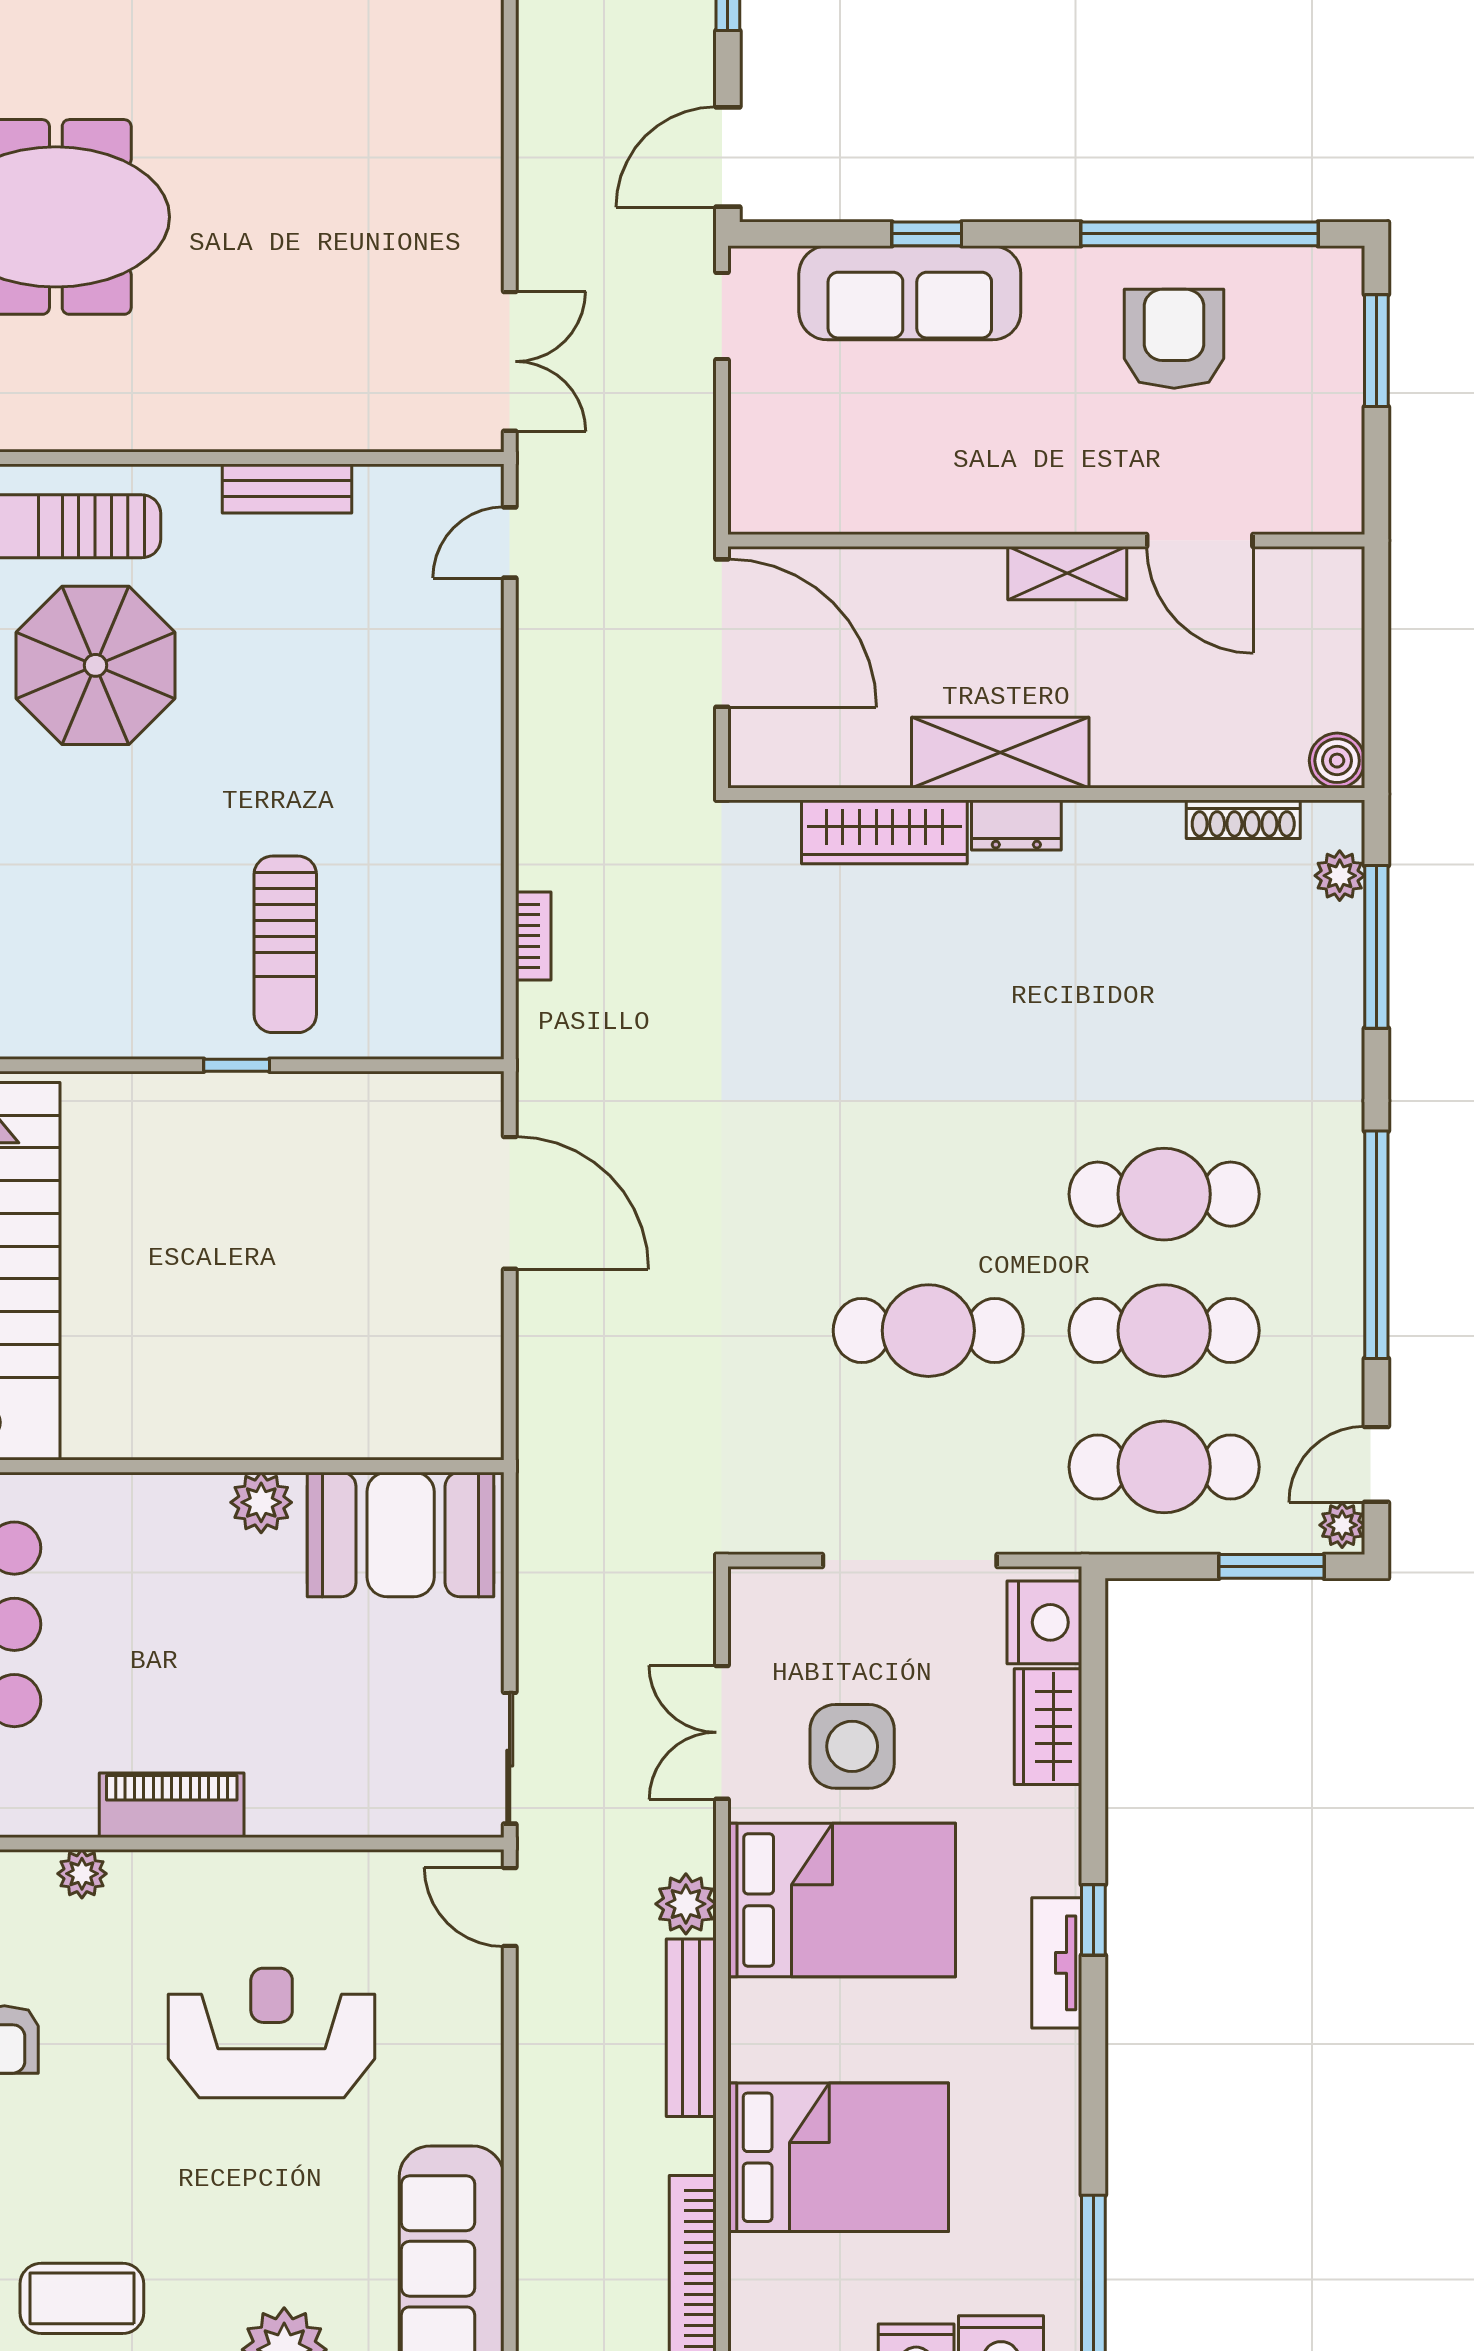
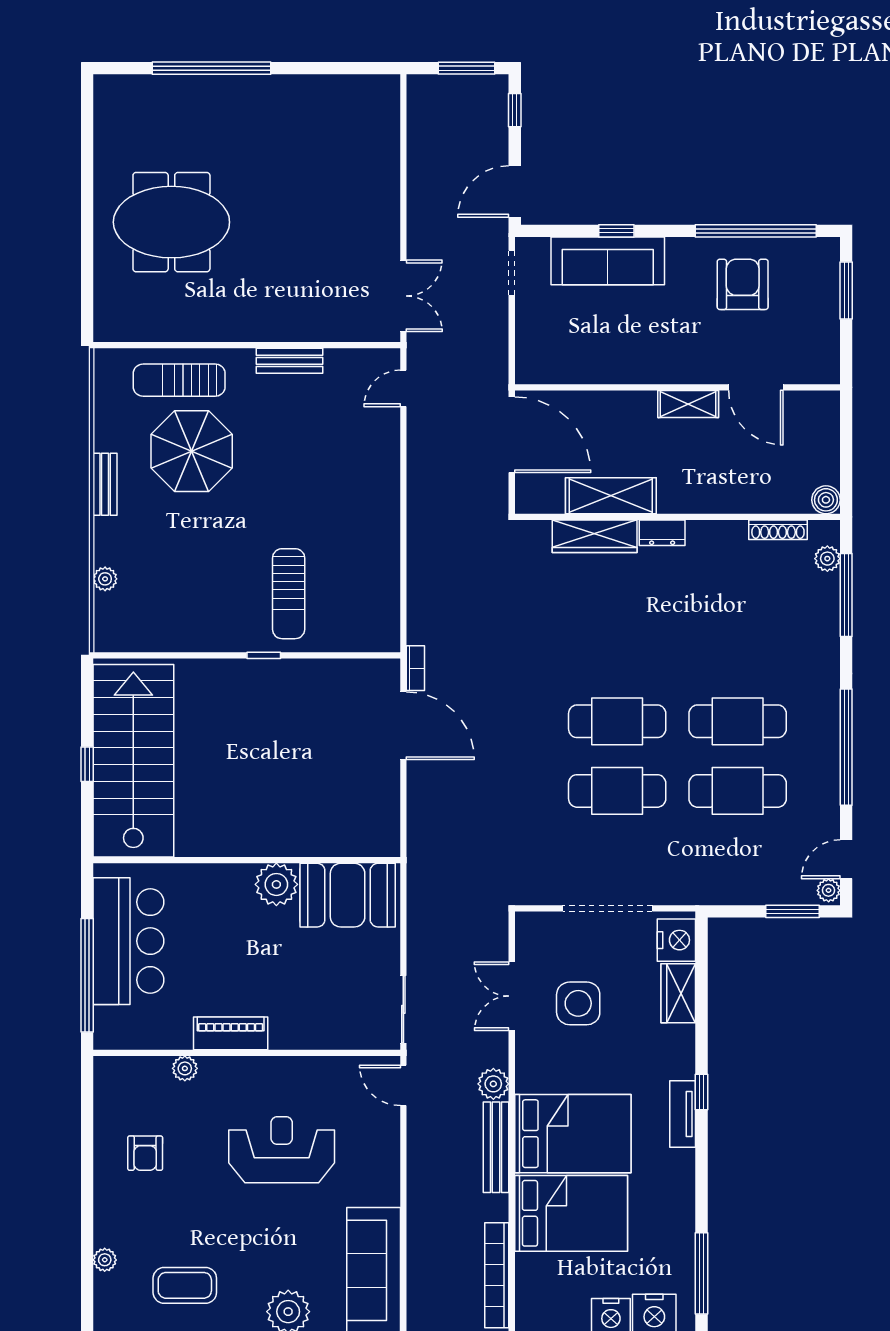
shelving: (1000, 753) -> (611, 496), moved
bookcase: (533, 936) -> (415, 668), moved
cafe table: (1164, 1467) -> (617, 721), moved
plant: (261, 1502) -> (276, 884), width x1.36, depth x1.36
bed: (842, 1900) -> (573, 1134), moved

